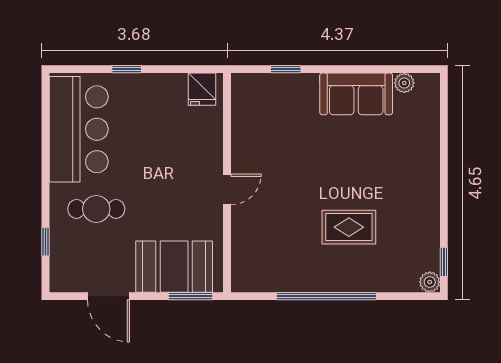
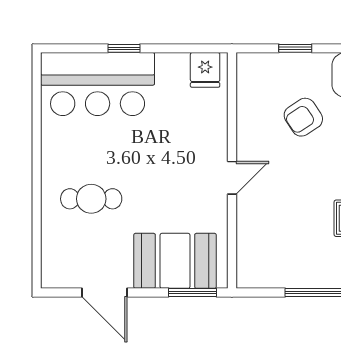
bar counter: (79, 129) -> (98, 84), moved, turned 90
armchair: (293, 133) -> (303, 117), added
window: (45, 242) -> (37, 234), removed

